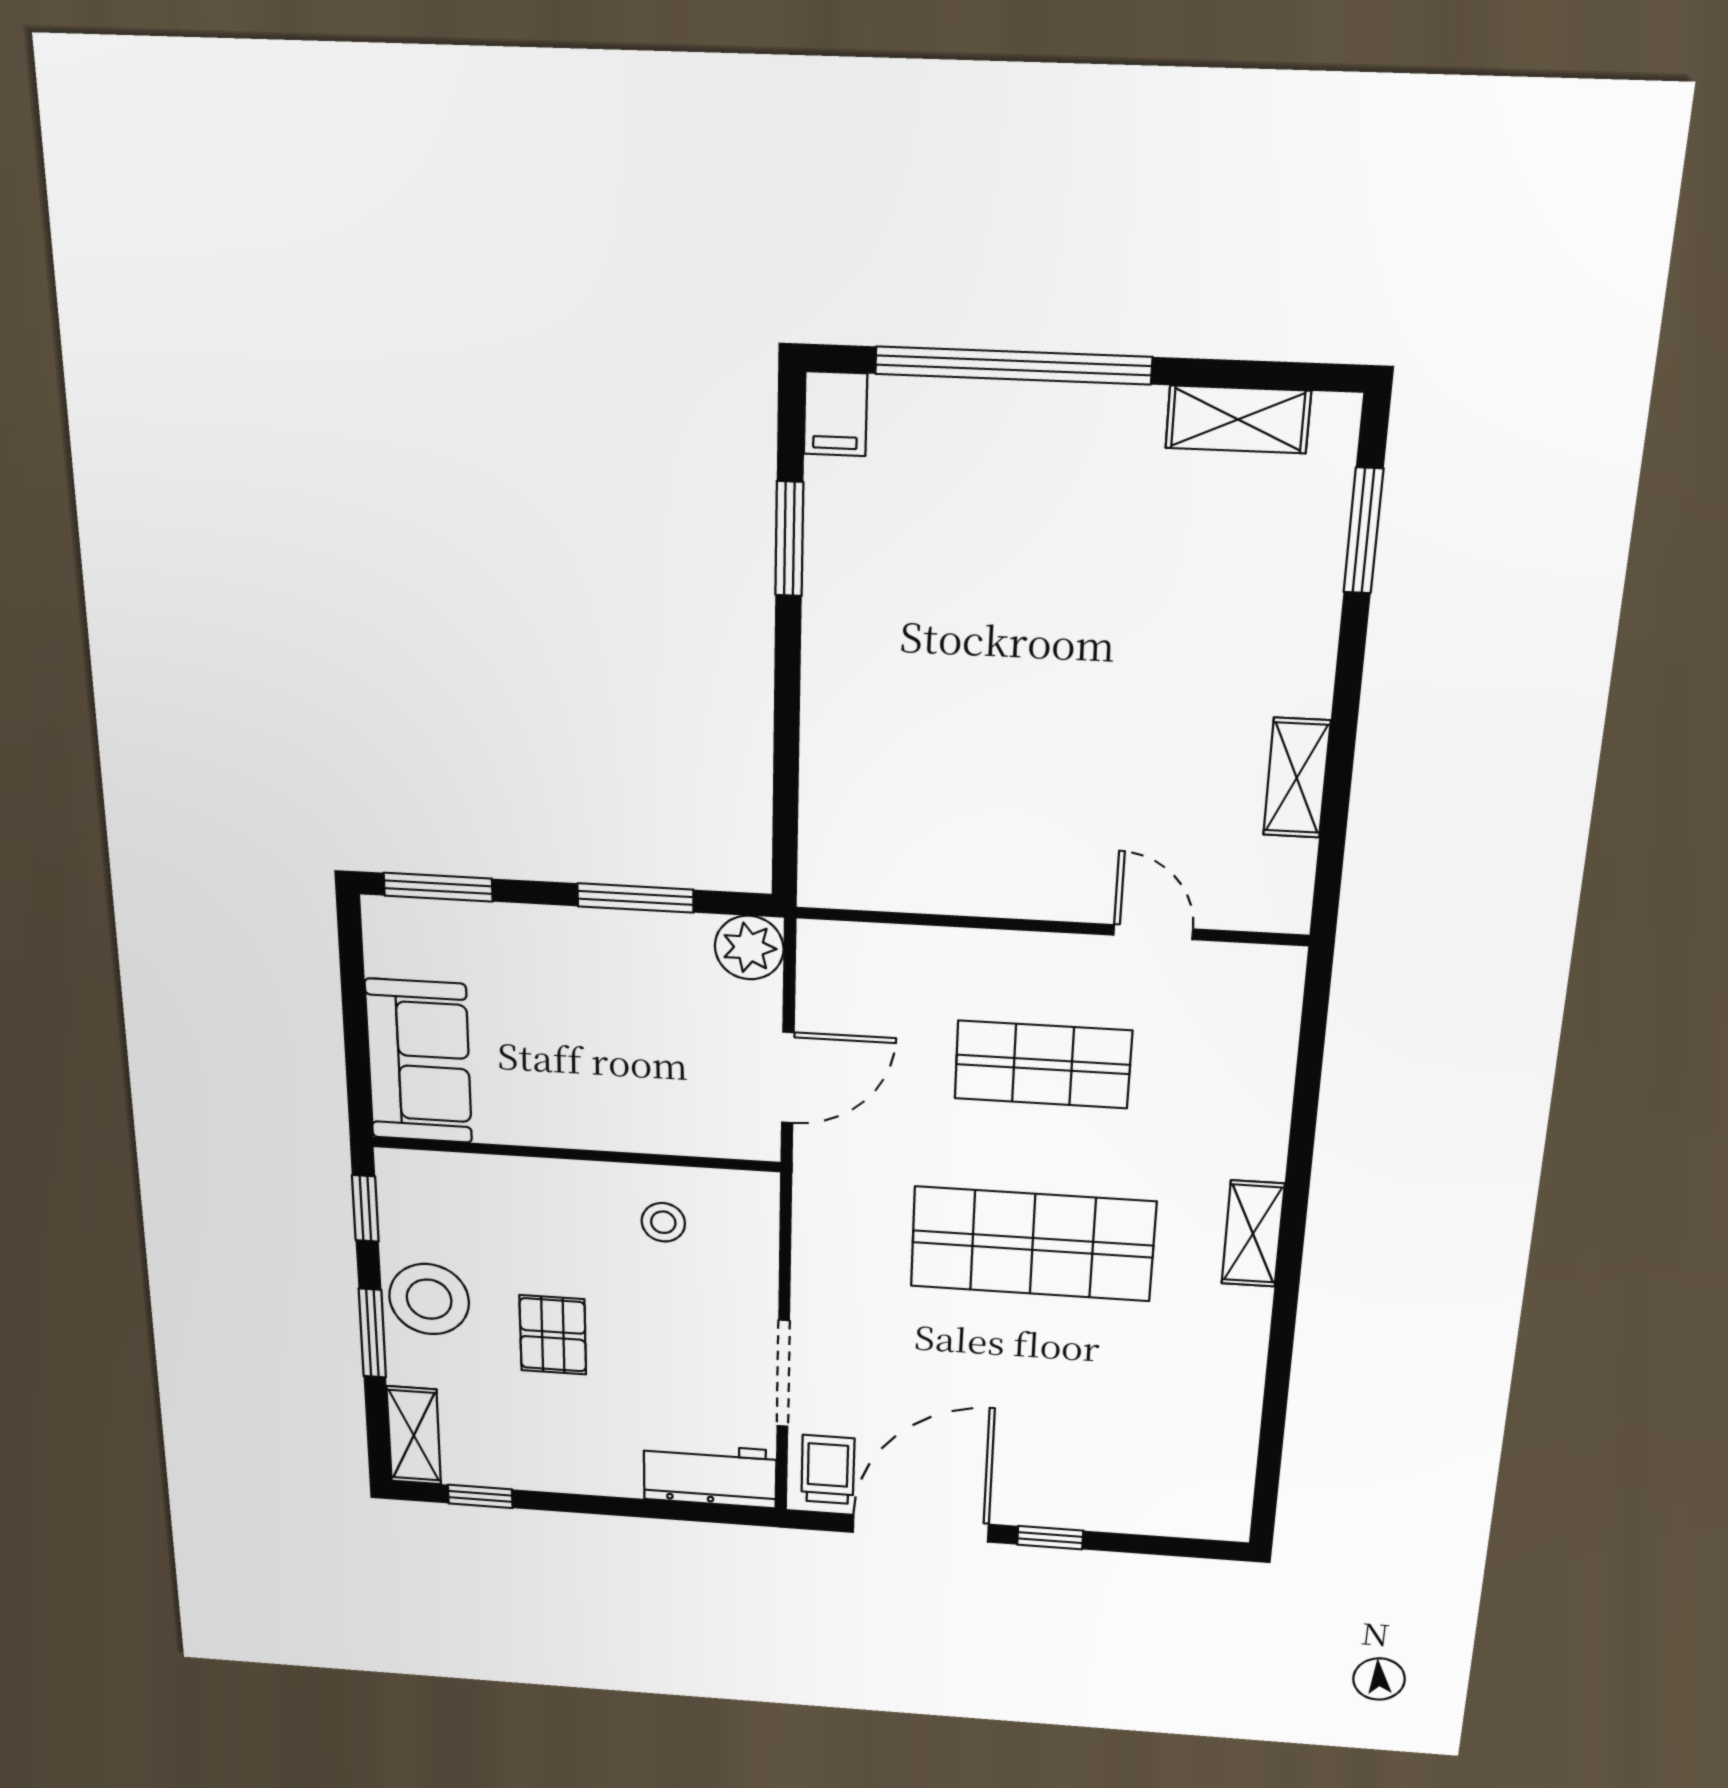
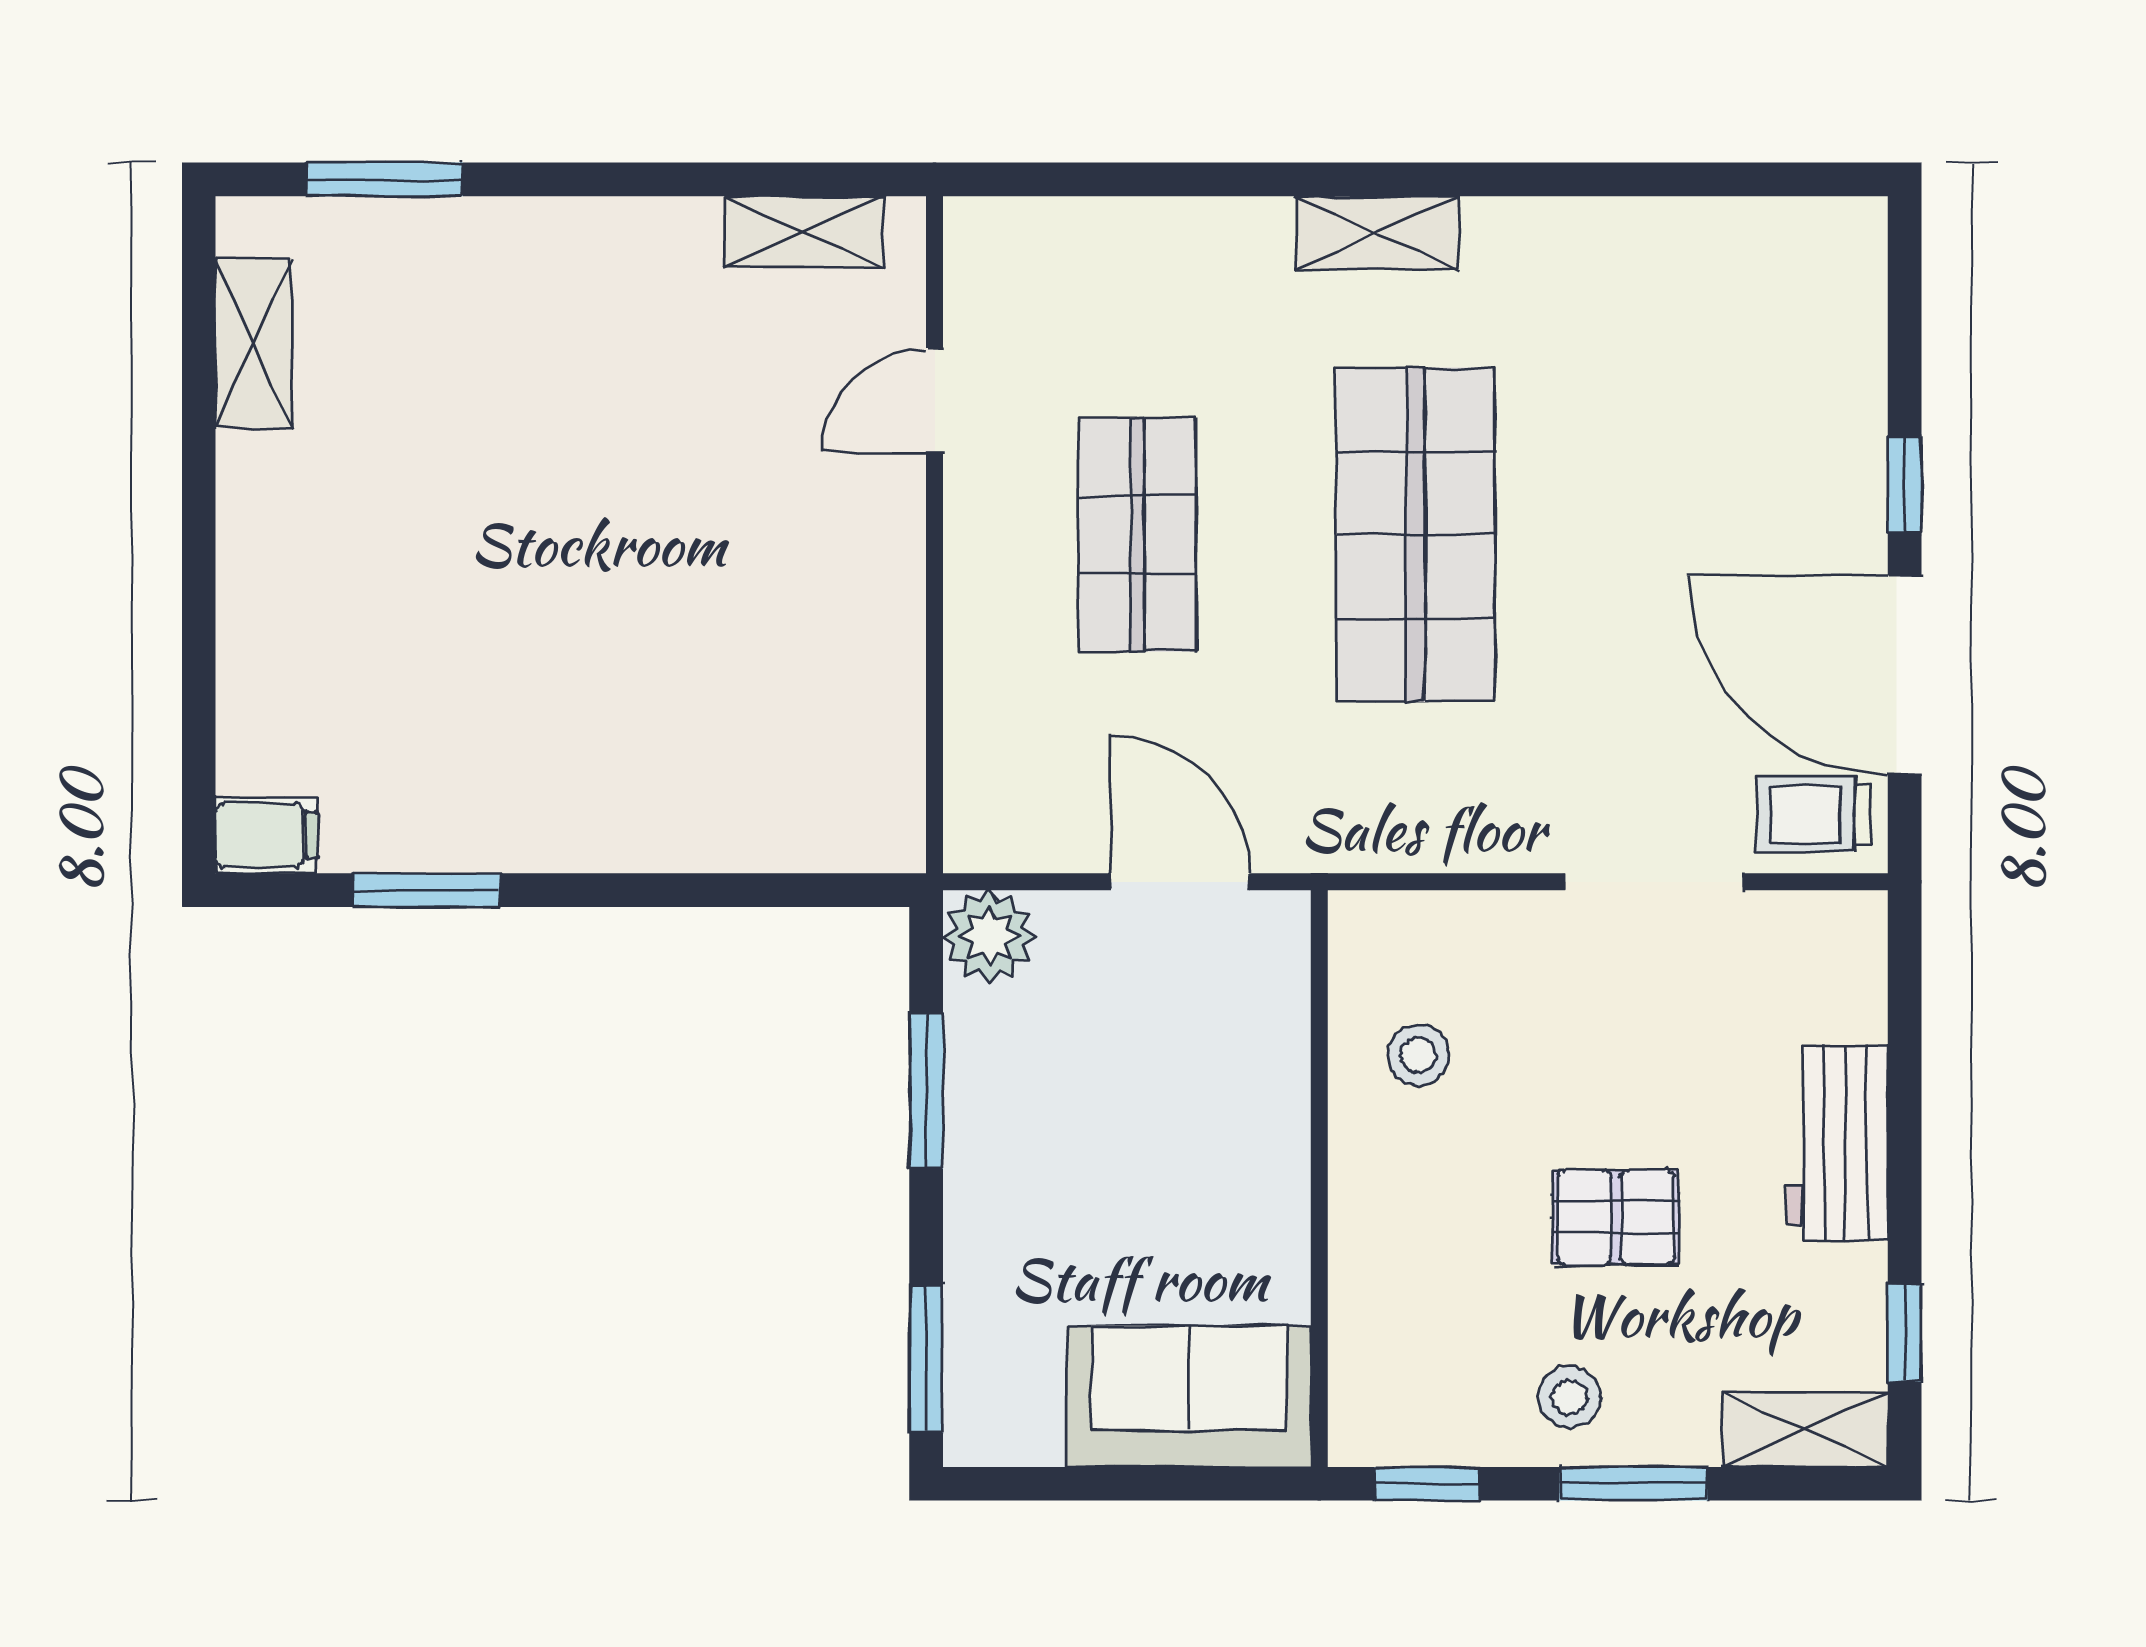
window: (1013, 365) -> (199, 619), removed
shelving: (1297, 778) -> (804, 232), moved
stool: (429, 1299) -> (1570, 1397), width x0.53, depth x0.53
workbench: (710, 1475) -> (1837, 1143), moved

